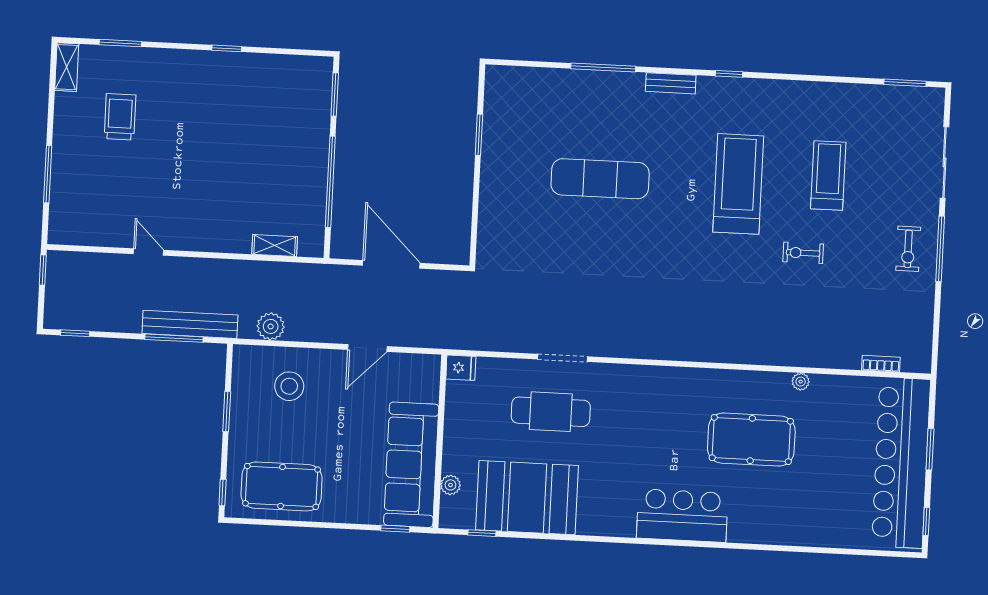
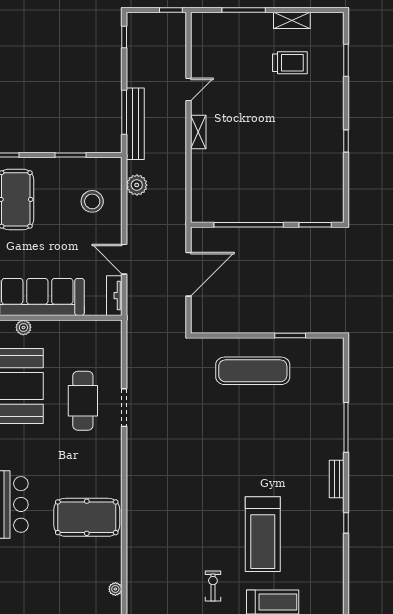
shelving: (67, 67) -> (292, 20), moved
exercise mat: (600, 179) -> (253, 371), moved, turned 90
treadmill: (738, 184) -> (263, 534), turned 90
shelving: (275, 246) -> (198, 132), moved
tv unit: (415, 363) -> (114, 296), added
fridge: (461, 368) -> (113, 331), removed
pool table: (751, 440) -> (87, 517), moved, turned 90

